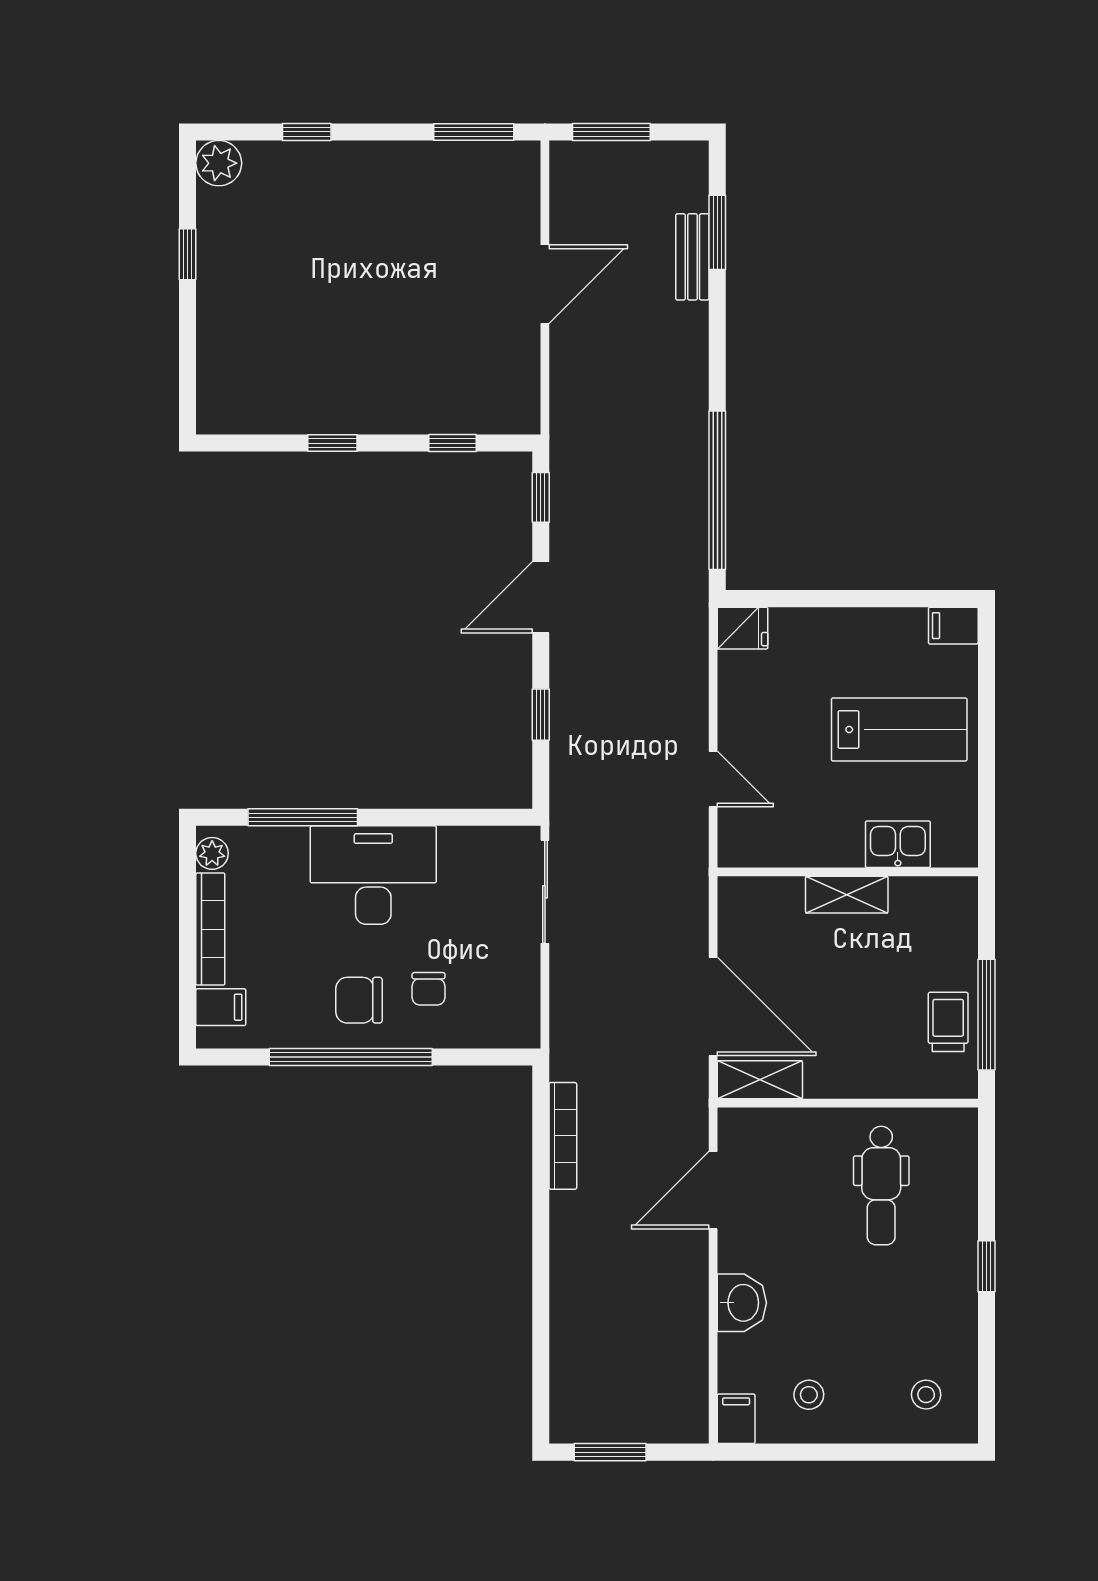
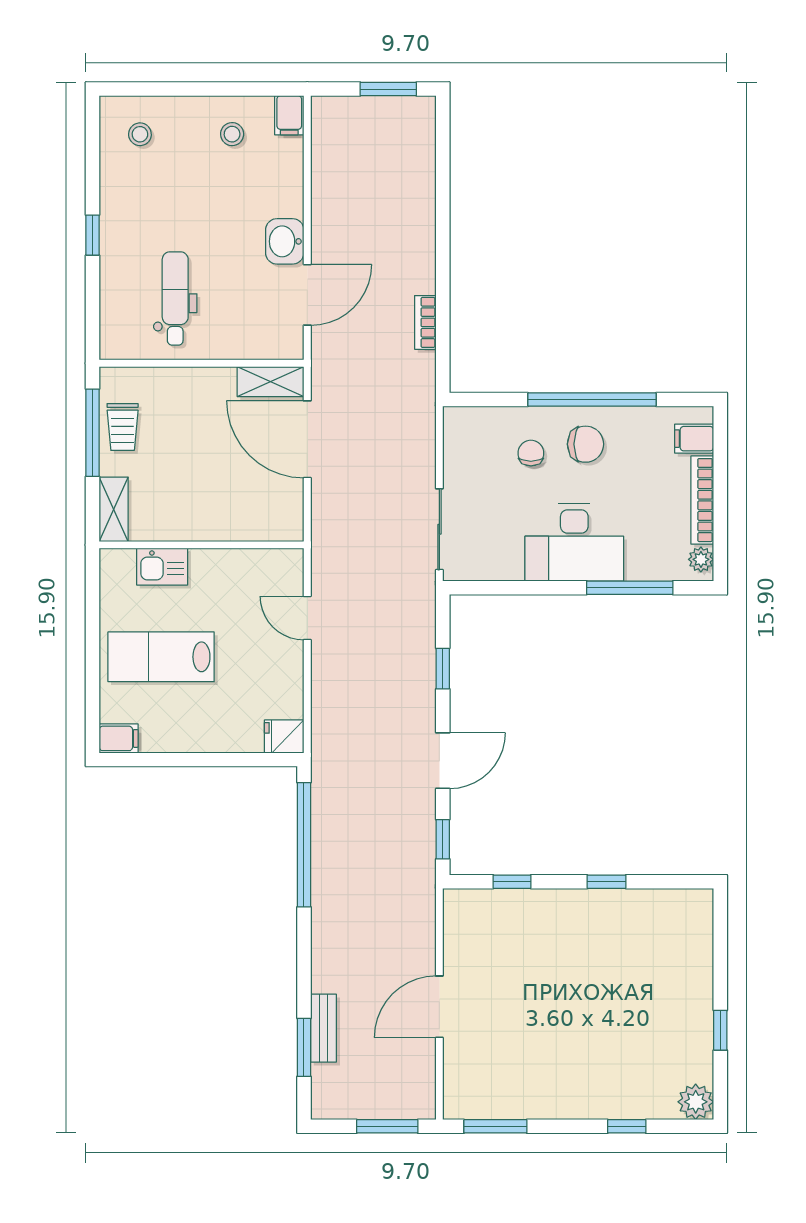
shelving: (847, 895) -> (114, 509), moved, turned 90
bookcase: (563, 1136) -> (425, 322), width x0.64
washbasin: (742, 1303) -> (285, 241), moved

